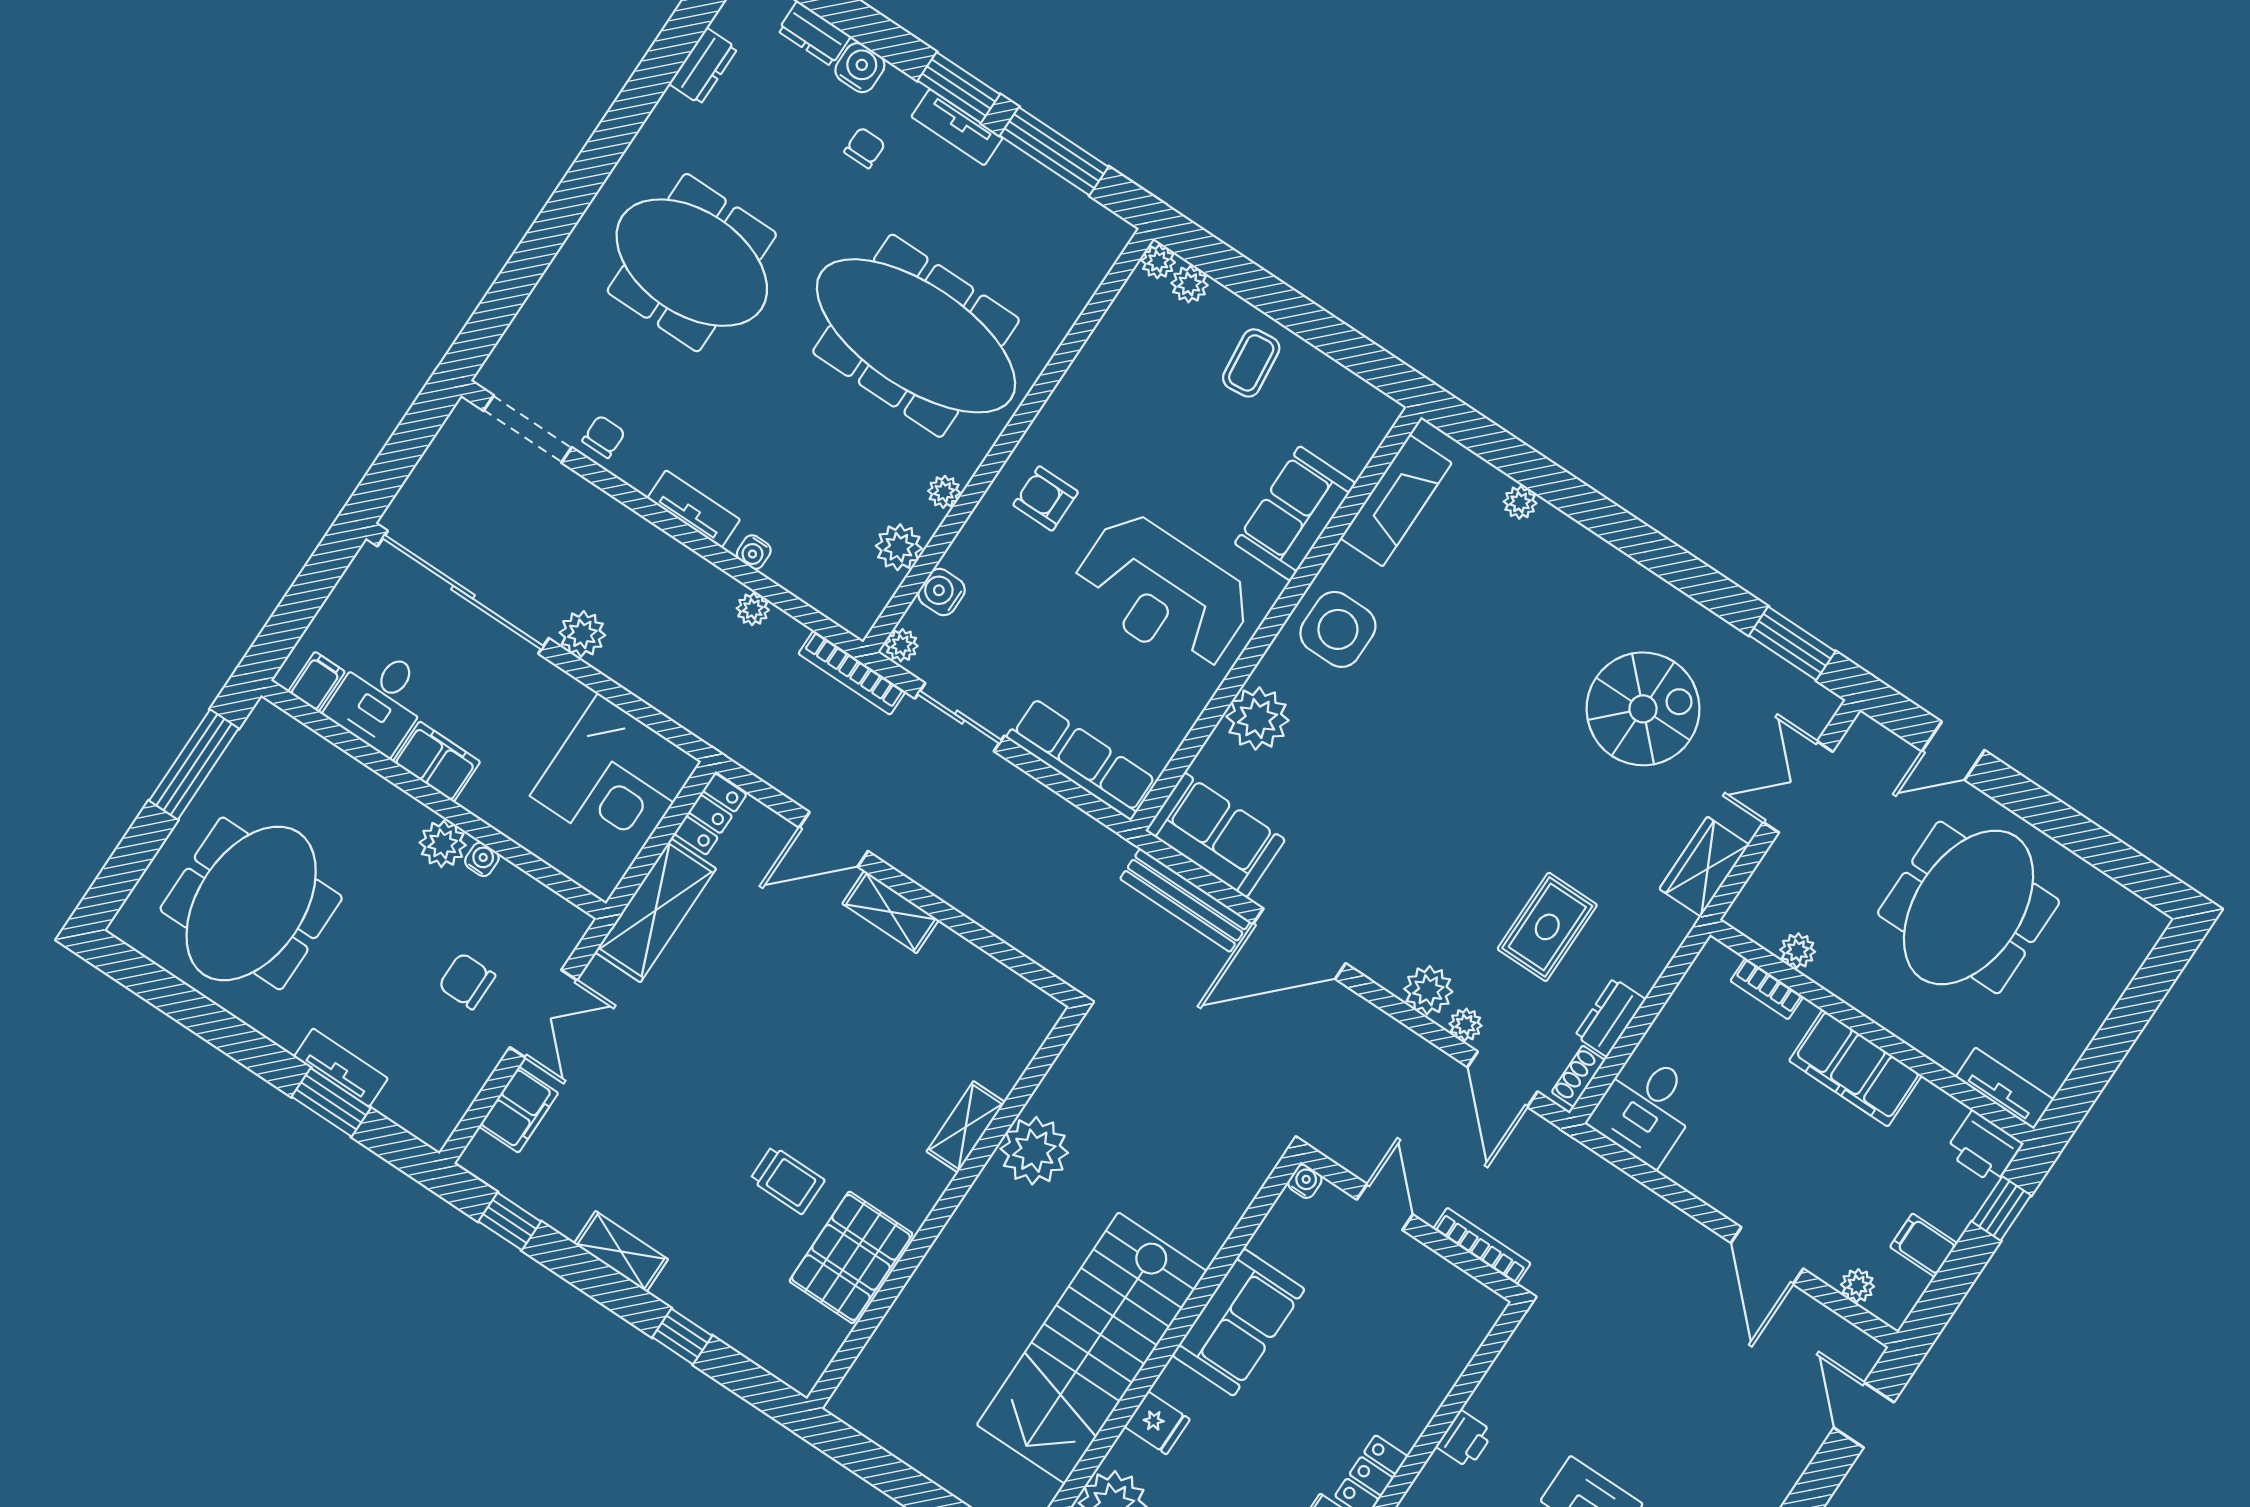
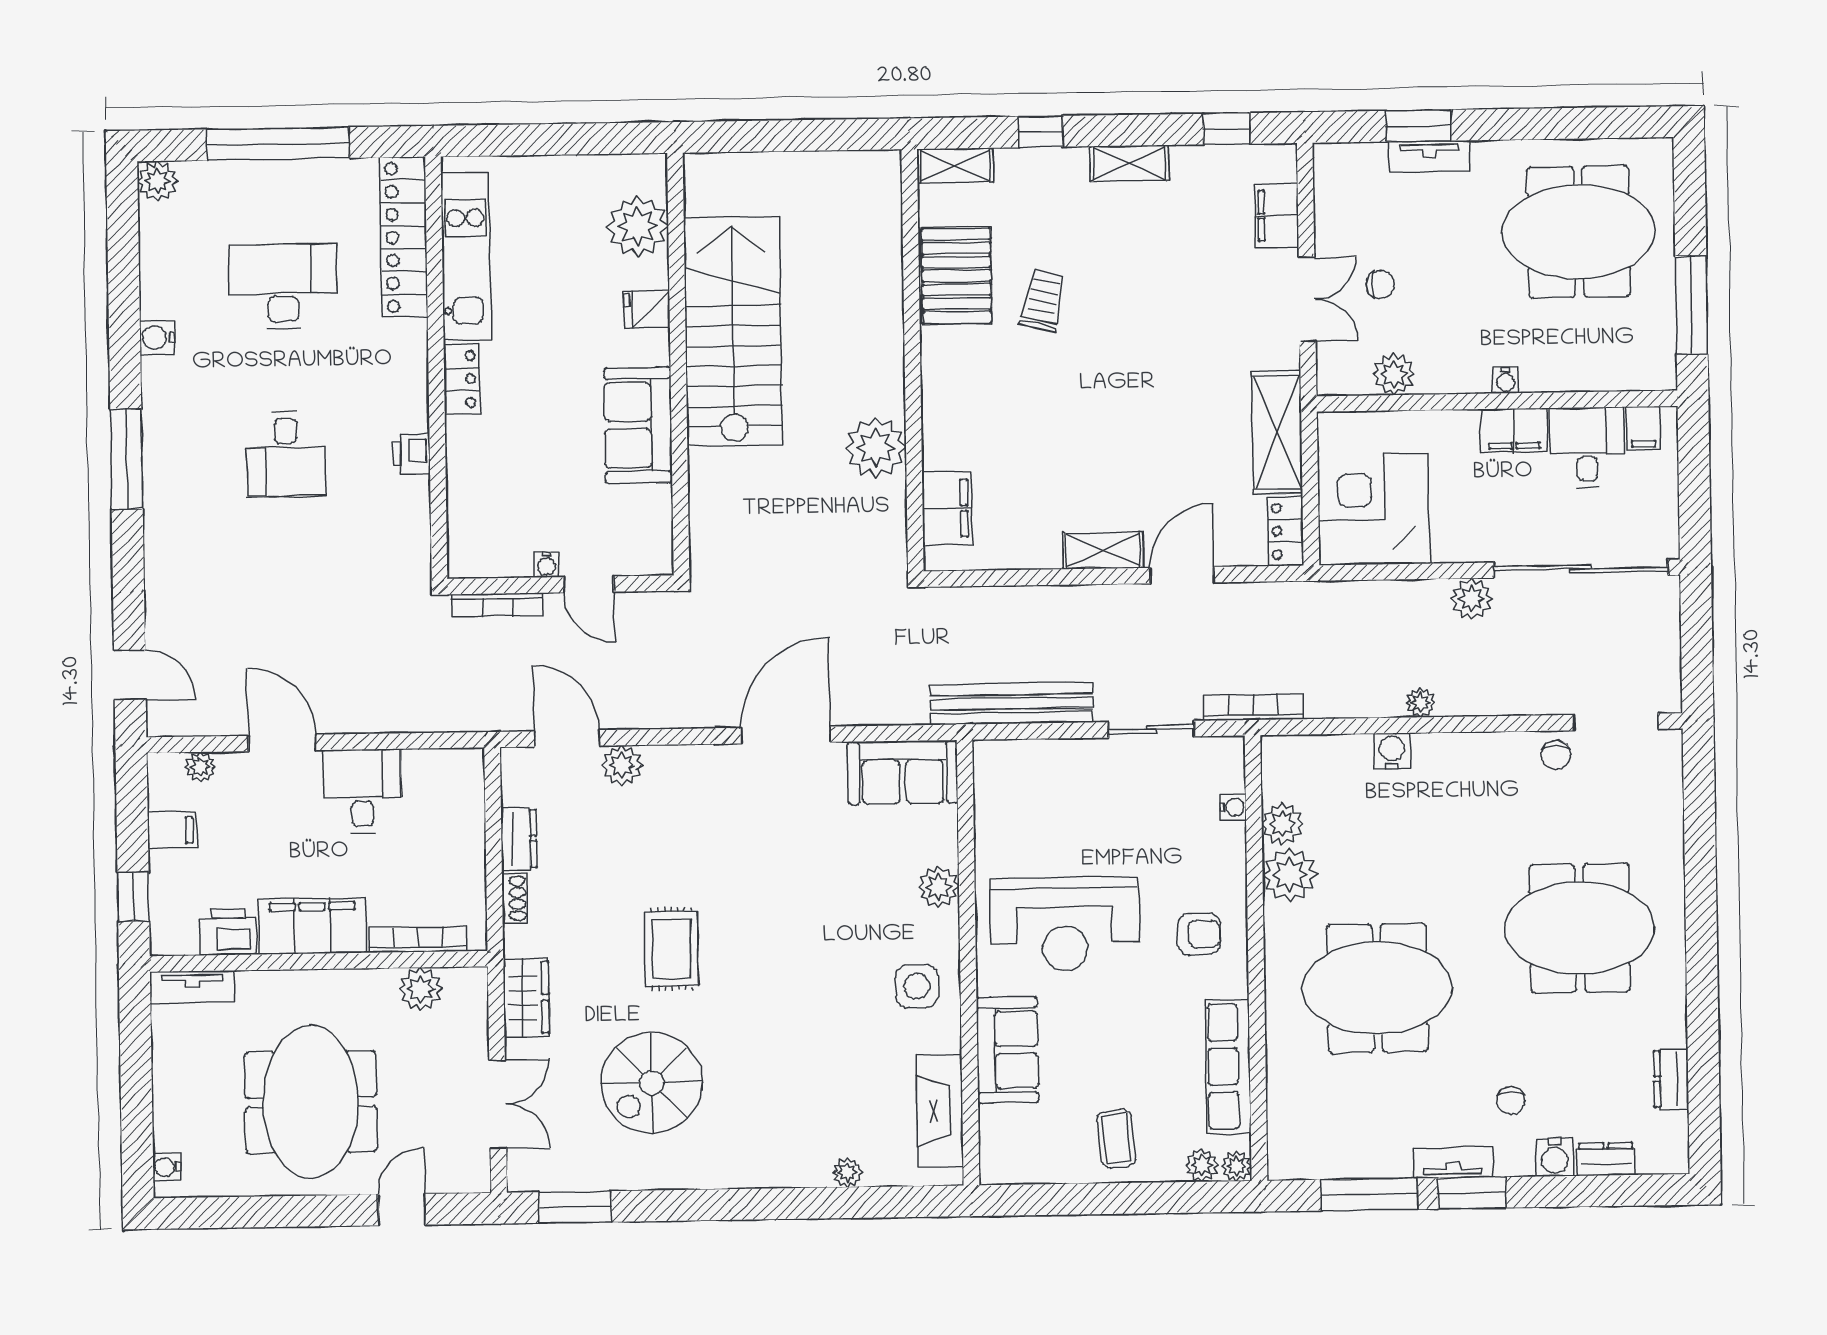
meeting table: (916, 336) -> (1377, 988), width x0.73
plant: (944, 492) -> (1290, 875), width x1.88, depth x1.88
tv unit: (694, 509) -> (1453, 748), removed
water cooler: (754, 552) -> (1392, 751), width x1.38, depth x1.38
water cooler: (942, 592) -> (1233, 807), width x0.72, depth x0.72
reception desk: (1163, 593) -> (1065, 924), turned 180
plant: (753, 609) -> (1420, 703), moved
side table: (1338, 629) -> (917, 986), width x0.73, depth x0.73
plant: (902, 645) -> (1231, 753), removed
plant: (1258, 719) -> (939, 887), width x0.73, depth x0.73
row of seats: (1082, 759) -> (1228, 1066), moved, turned 90
plant: (443, 844) -> (1394, 374), moved
water cooler: (482, 859) -> (1505, 380), moved
bench: (1185, 900) -> (1012, 704), moved, width x1.37, depth x1.21
meeting table: (251, 903) -> (1579, 232), turned 90
rug: (1547, 927) -> (672, 949), moved
water cooler: (2142, 939) -> (167, 1167), added
plant: (1798, 951) -> (421, 989), width x1.38, depth x1.38
chair: (467, 981) -> (1380, 284), width x0.73, depth x0.73
bookcase: (1767, 989) -> (418, 940), width x1.56
plant: (1428, 990) -> (667, 766), removed
double door: (543, 1014) -> (1307, 299), swing flipped
plant: (1466, 1025) -> (622, 765), width x1.38, depth x1.38
filing cabinet: (1007, 1050) -> (947, 508), added
shoe rack: (1578, 1076) -> (514, 898), moved
desk: (1646, 1108) -> (362, 791), moved
shelving: (966, 1127) -> (955, 165), moved, turned 90
printer: (1984, 1148) -> (228, 932), moved
trolley: (787, 1180) -> (1043, 301), turned 103
water cooler: (1305, 1181) -> (547, 565), moved

